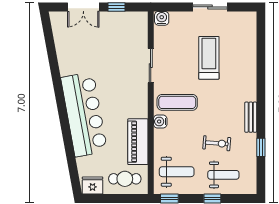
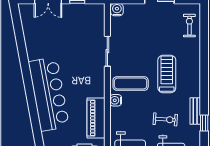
exercise bike: (244, 36) -> (189, 26), added
treadmill: (209, 58) -> (167, 74), moved
bench: (251, 117) -> (195, 111), moved

